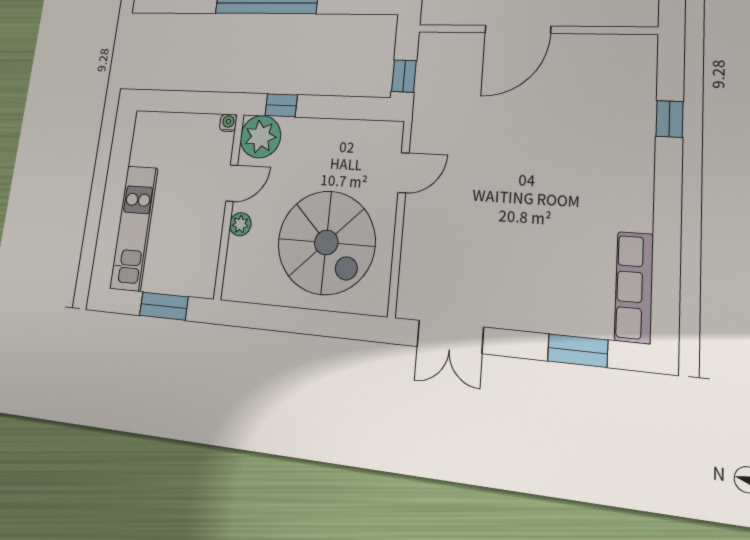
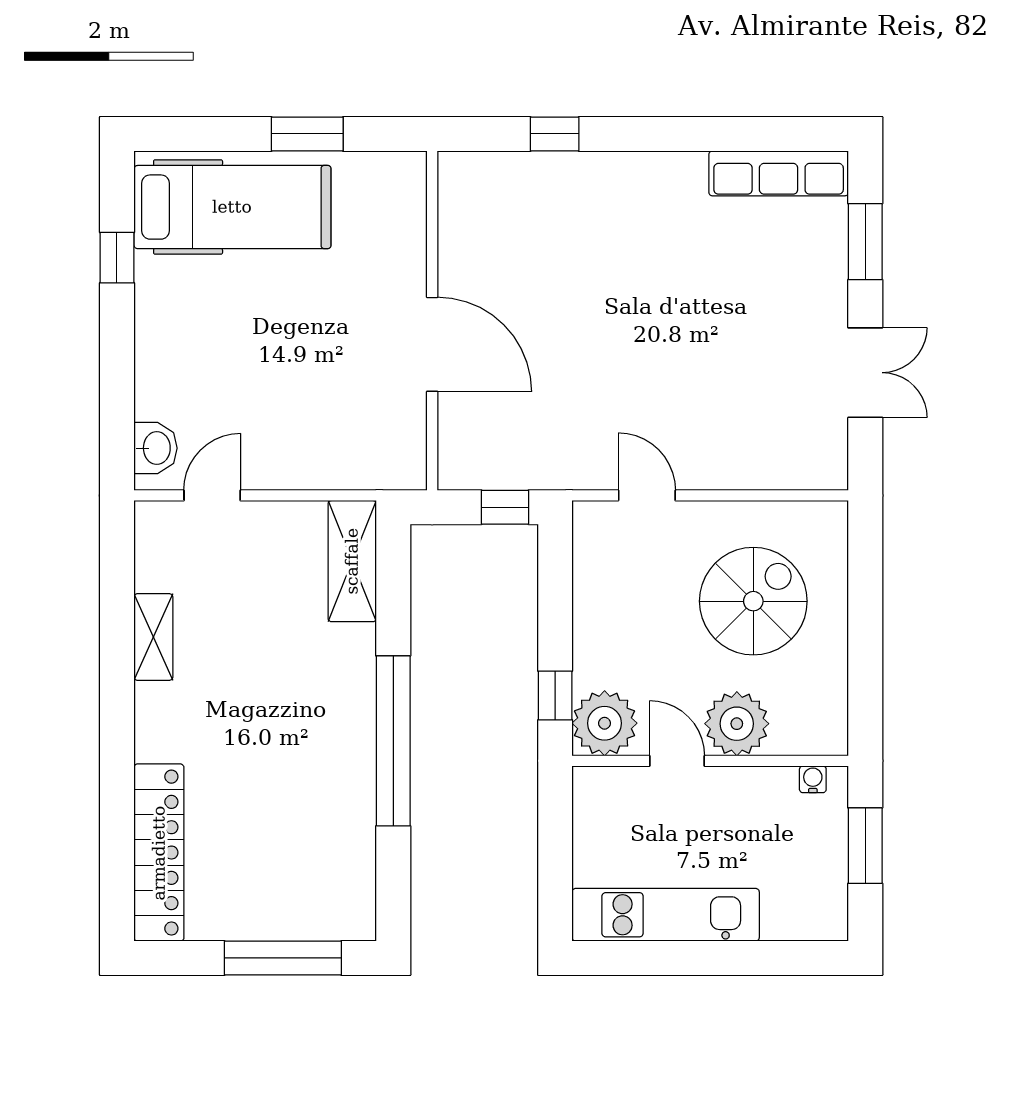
water cooler: (228, 123) -> (813, 779), moved, turned 90
plant: (240, 224) -> (737, 724), width x1.88, depth x1.88
kitchen unit: (134, 228) -> (666, 915), moved
spiral stairs: (326, 242) -> (753, 601), width x0.73, depth x0.73
double door: (450, 337) -> (865, 373), moved

